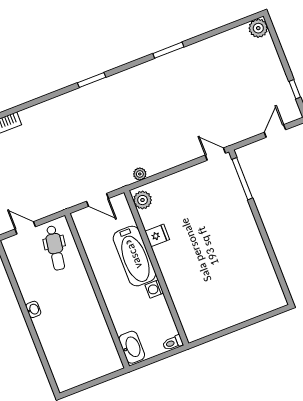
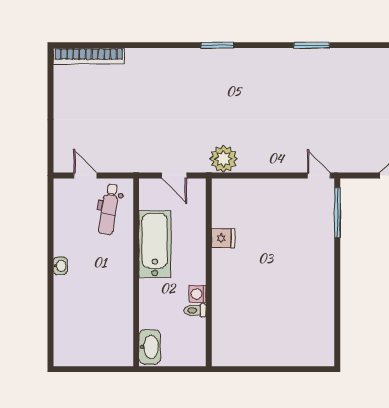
plant: (140, 174) -> (224, 159), width x1.88, depth x1.88
plant: (143, 200) -> (222, 194), removed
bathtub: (134, 256) -> (155, 244), moved, turned 180
toilet: (173, 343) -> (195, 310), moved

